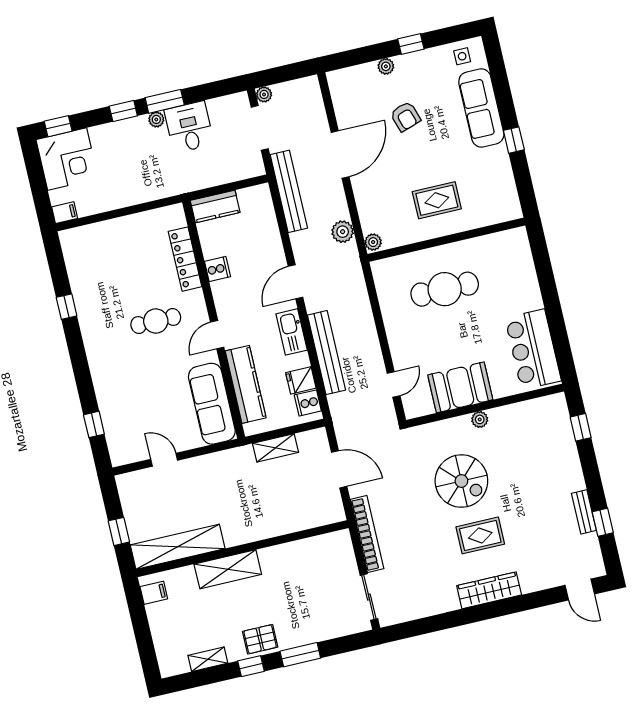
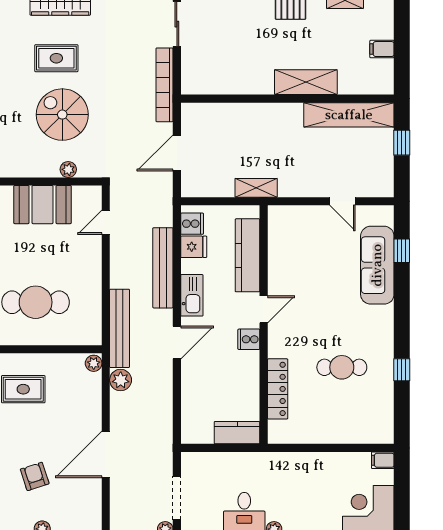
bench: (289, 191) -> (120, 328), moved
cooker: (217, 269) -> (249, 339), moved
cafe table: (156, 321) -> (342, 367), moved
sofa: (212, 404) -> (377, 265), moved, turned 180
plant: (480, 419) -> (68, 169), moved
shelving: (276, 448) -> (256, 188), moved
door: (339, 469) -> (177, 153), hinge flipped
filing cabinet: (154, 593) -> (382, 49), moved

